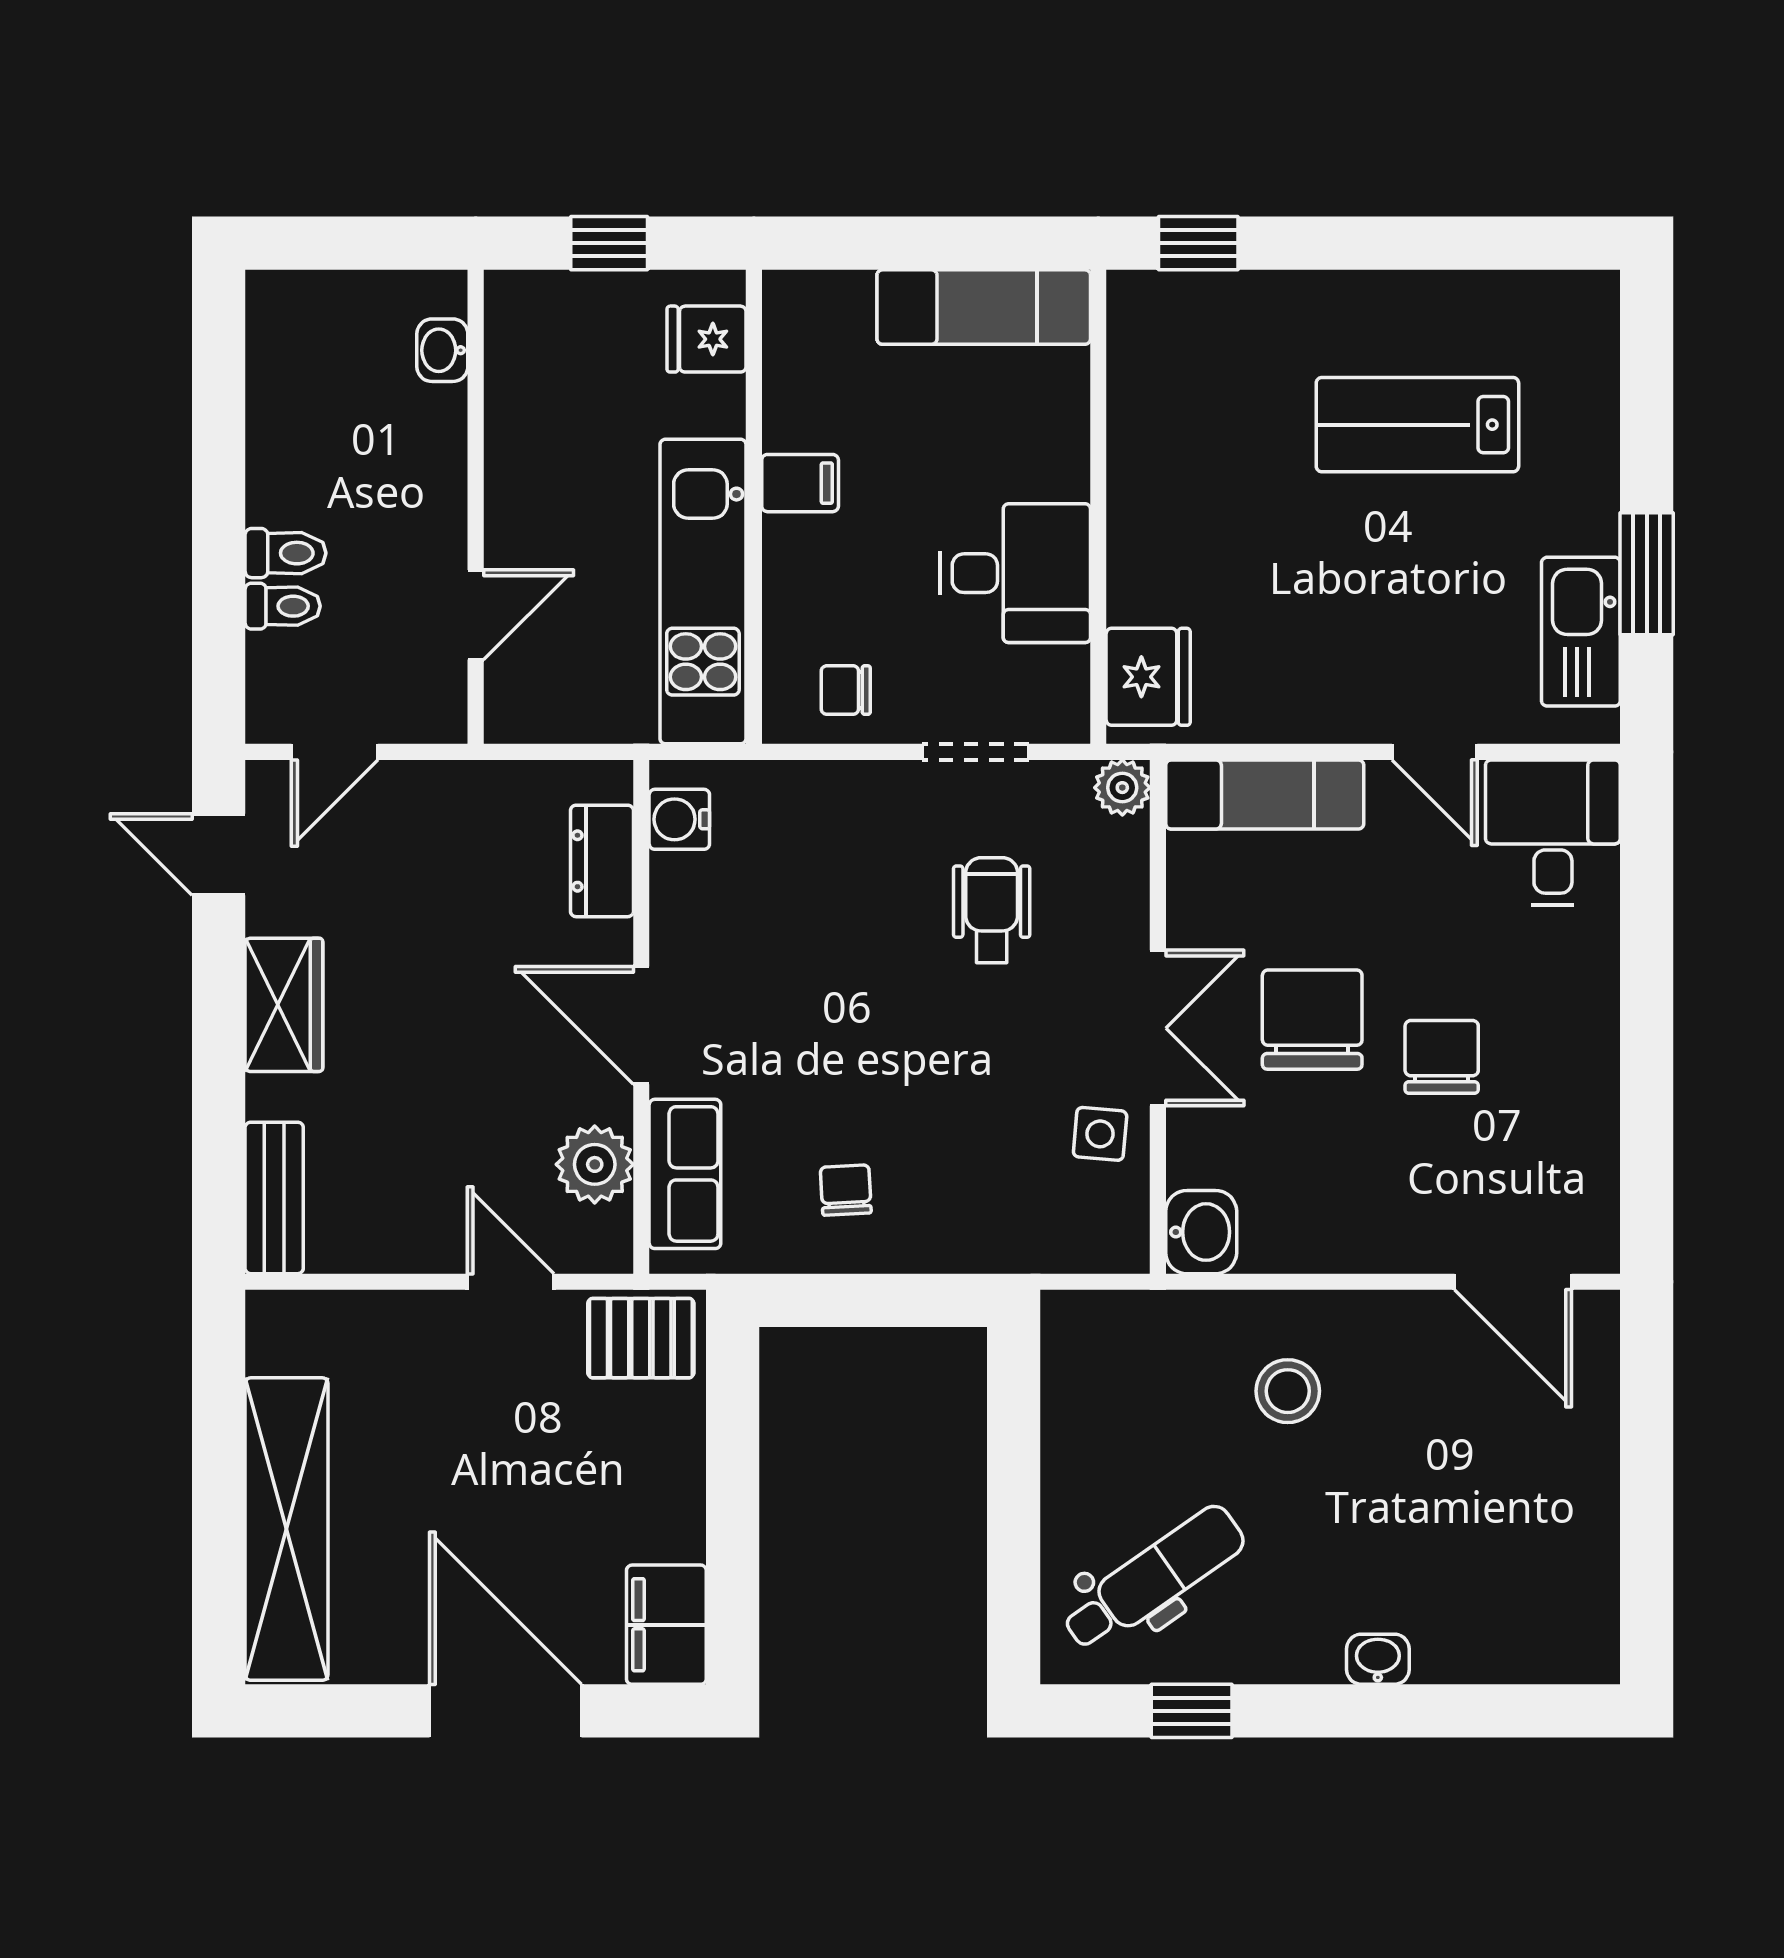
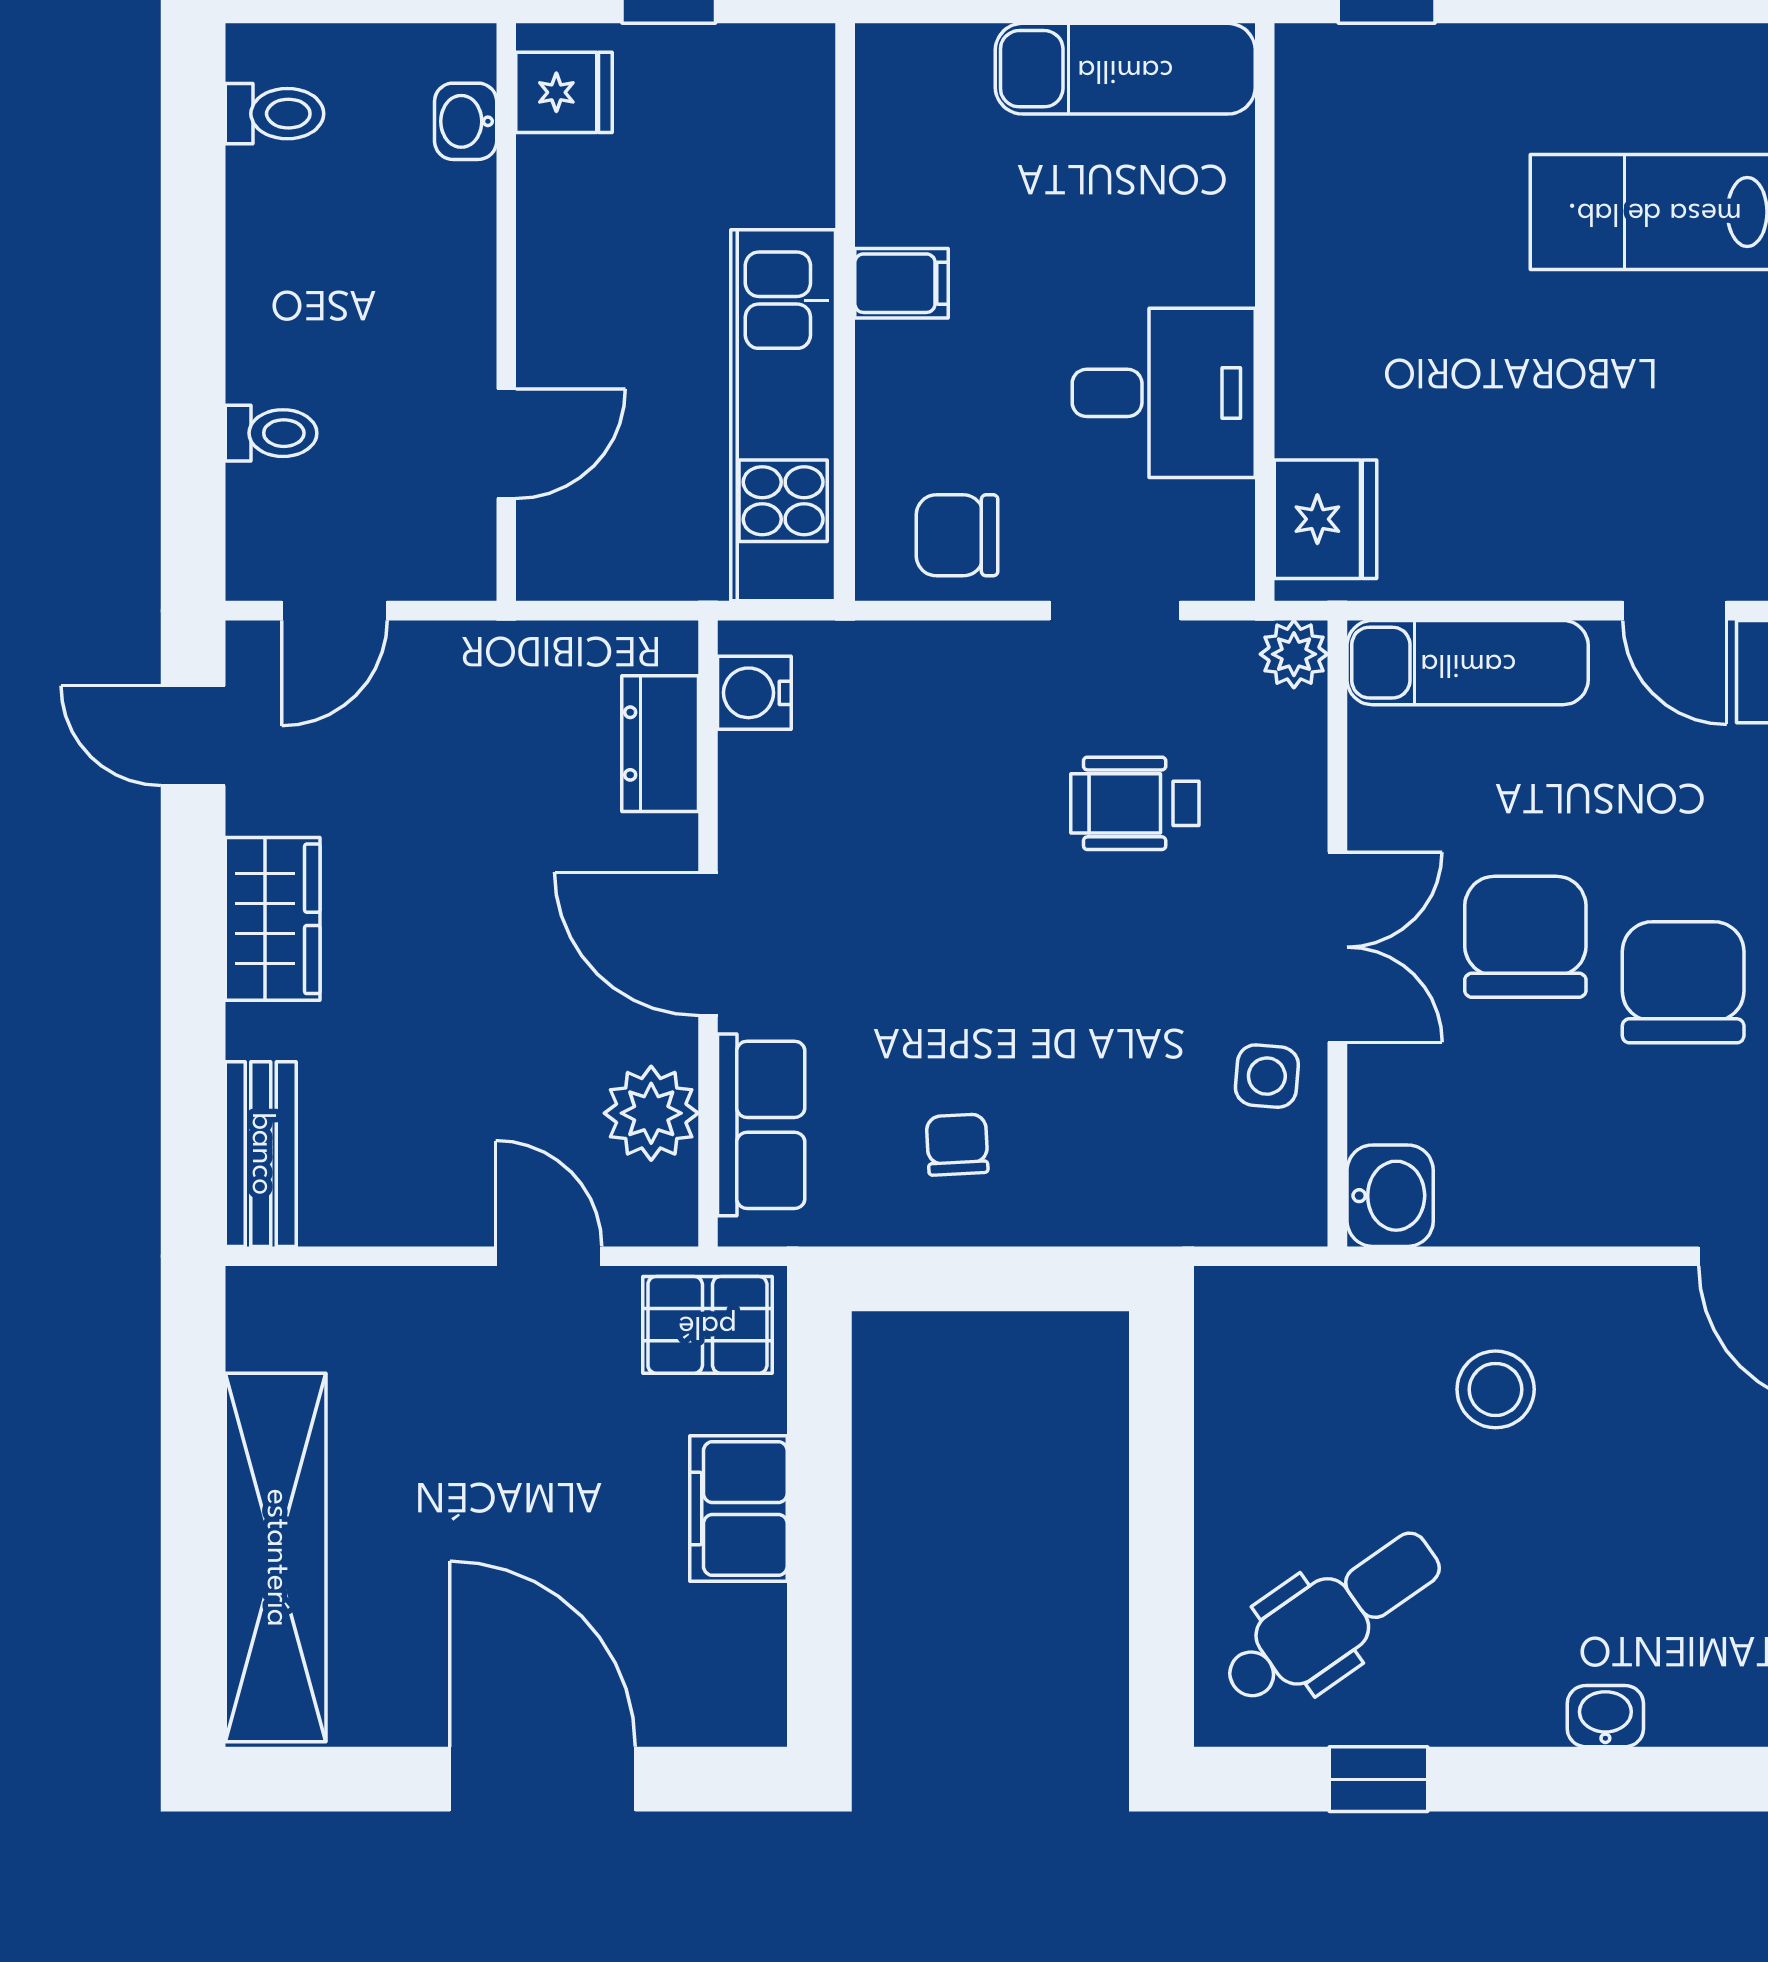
fridge: (706, 339) -> (564, 92), moved, turned 180
toilet: (286, 553) -> (275, 114), moved
chair: (846, 690) -> (957, 535), width x1.37, depth x1.37
wheelchair: (992, 910) -> (1135, 803), turned -90
chair: (1442, 1057) -> (1683, 982), width x1.37, depth x1.37
filing cabinet: (666, 1625) -> (739, 1508), moved

